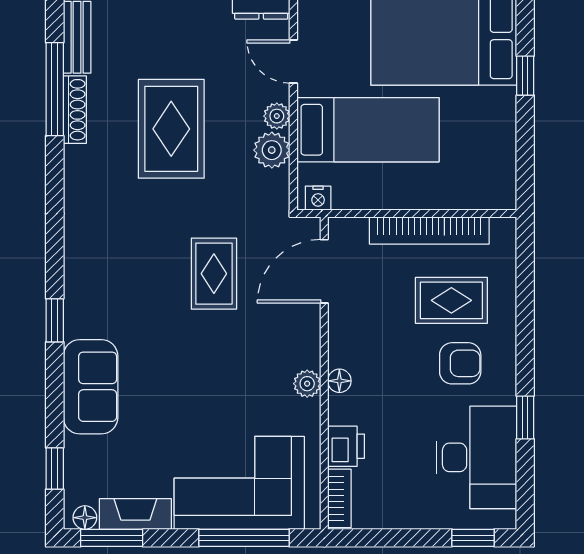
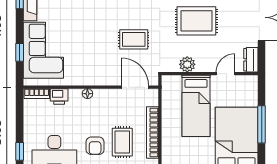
plant: (277, 116) -> (202, 67), removed
nightstand: (318, 198) -> (167, 84), removed
plant: (307, 384) -> (86, 80), removed
window: (244, 538) -> (20, 52), width x0.46

